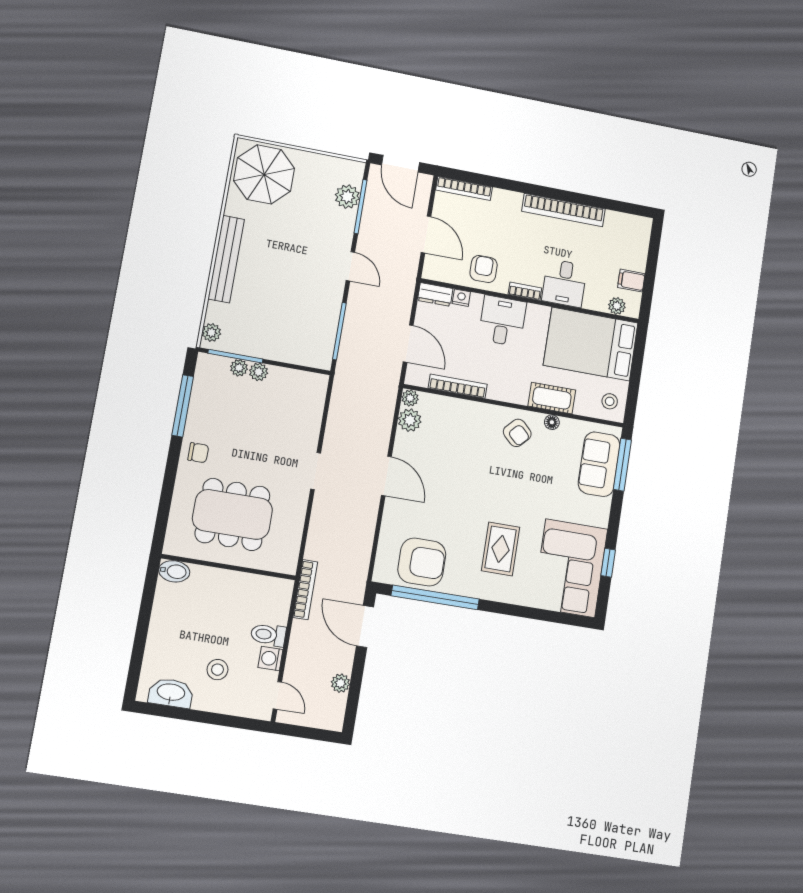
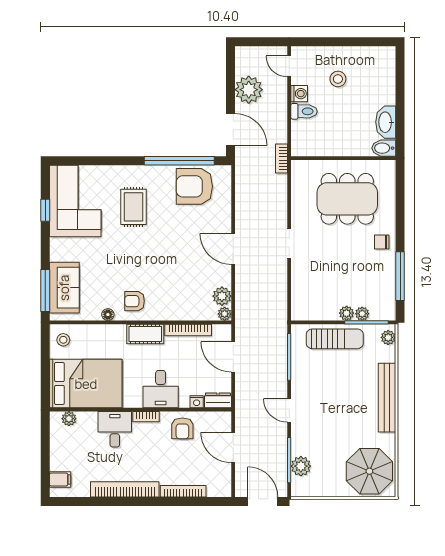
bookcase: (464, 188) -> (183, 491), moved
filing cabinet: (631, 281) -> (60, 479), moved
sun lounger: (279, 343) -> (335, 339), added
cot: (552, 398) -> (145, 334), moved
armchair: (517, 433) -> (135, 301), turned -44
bookcase: (305, 590) -> (281, 159), width x0.64
plant: (340, 683) -> (249, 90), width x1.87, depth x1.87
washbasin: (171, 693) -> (386, 122), moved, turned 90

